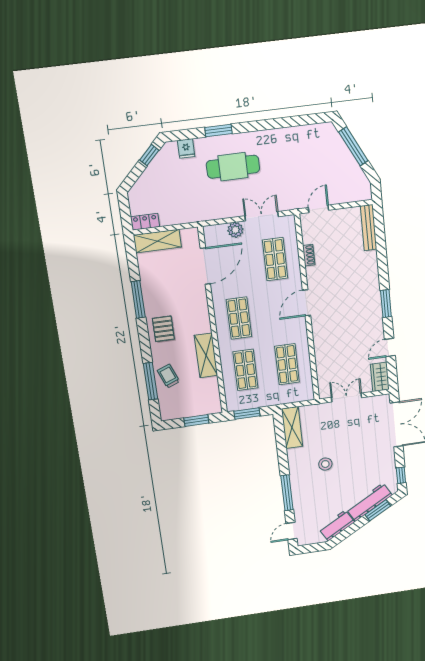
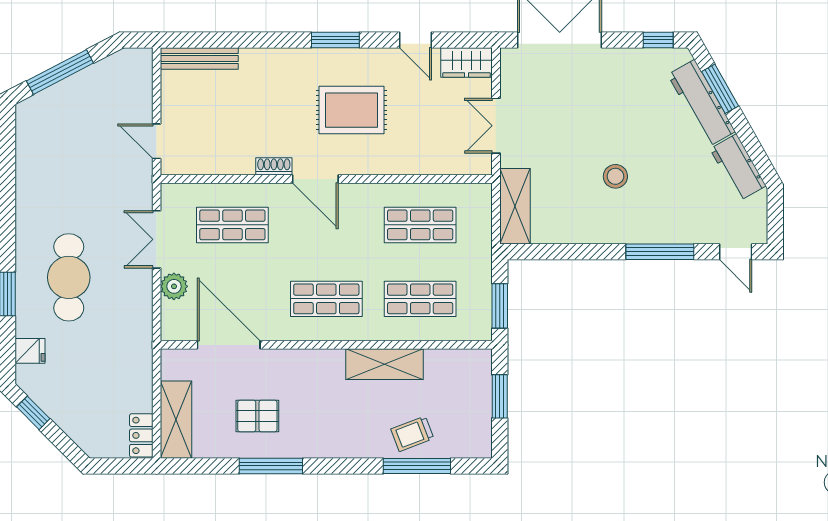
shoe rack: (309, 255) -> (274, 166), moved
rug: (347, 318) -> (351, 110), added
pallet: (163, 329) -> (257, 416), moved
shelving: (292, 428) -> (515, 206), moved, turned 90

